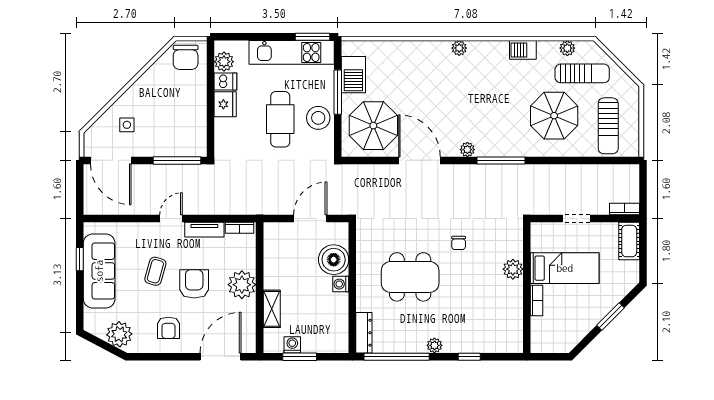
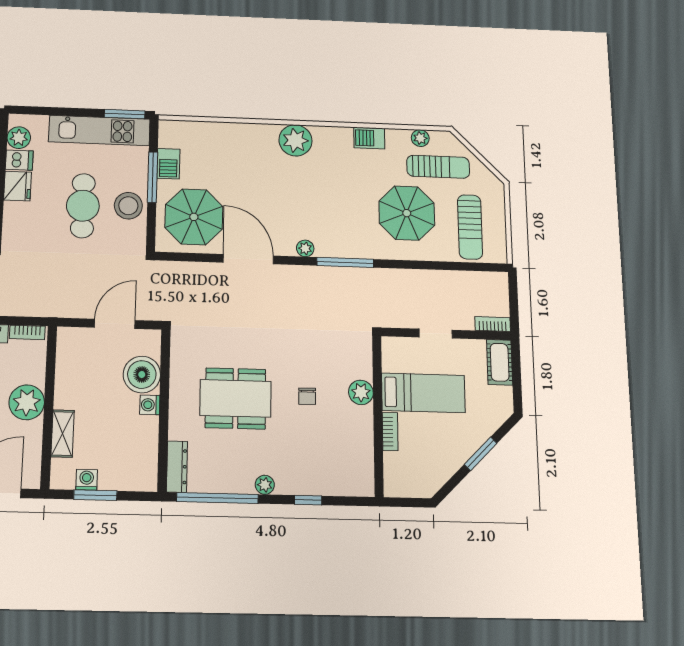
plant: (459, 48) -> (295, 140), width x1.87, depth x1.87
barbecue: (353, 75) -> (168, 164), width x0.73, depth x0.79
chair: (459, 243) -> (307, 396), moved

